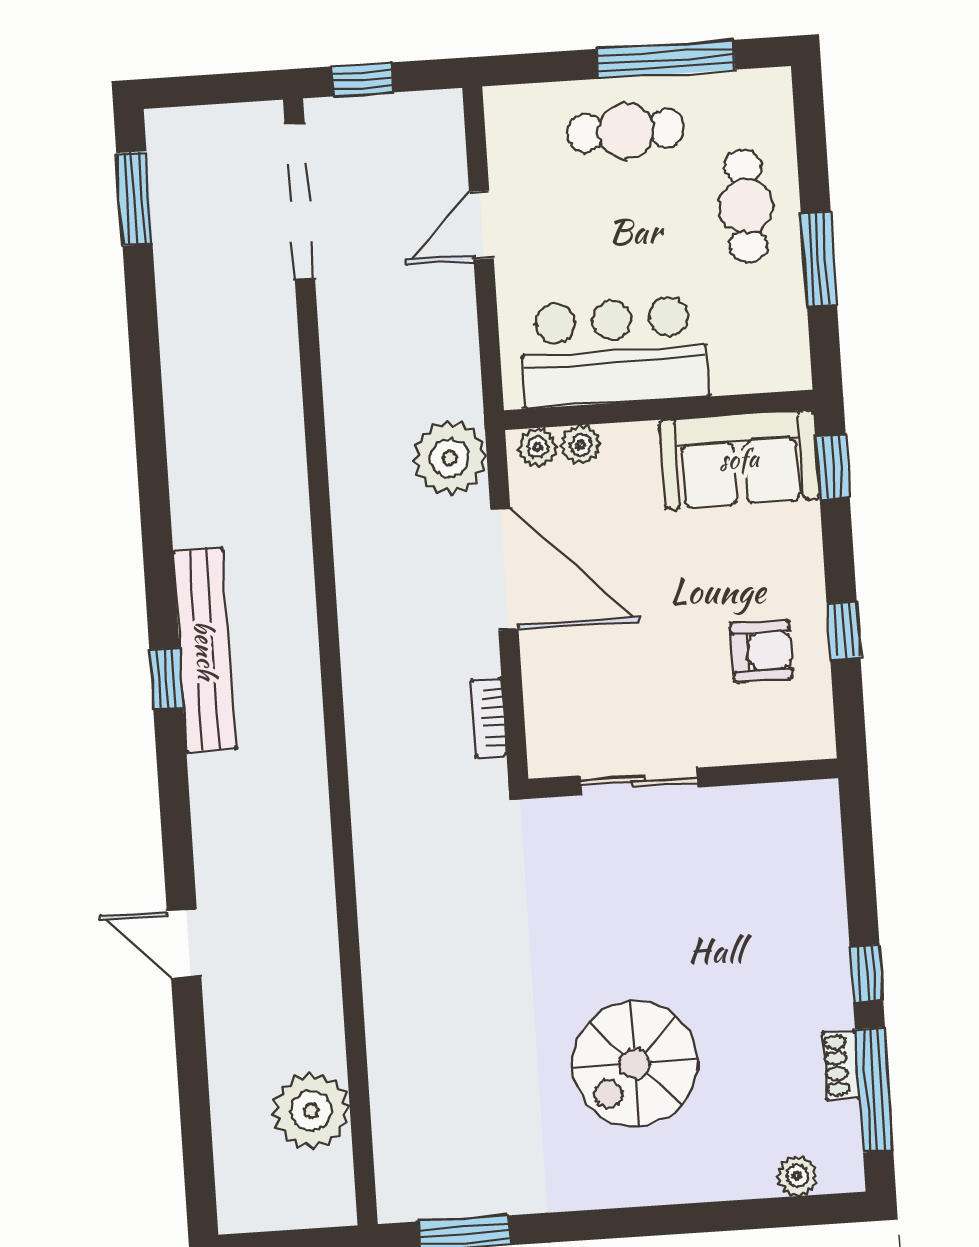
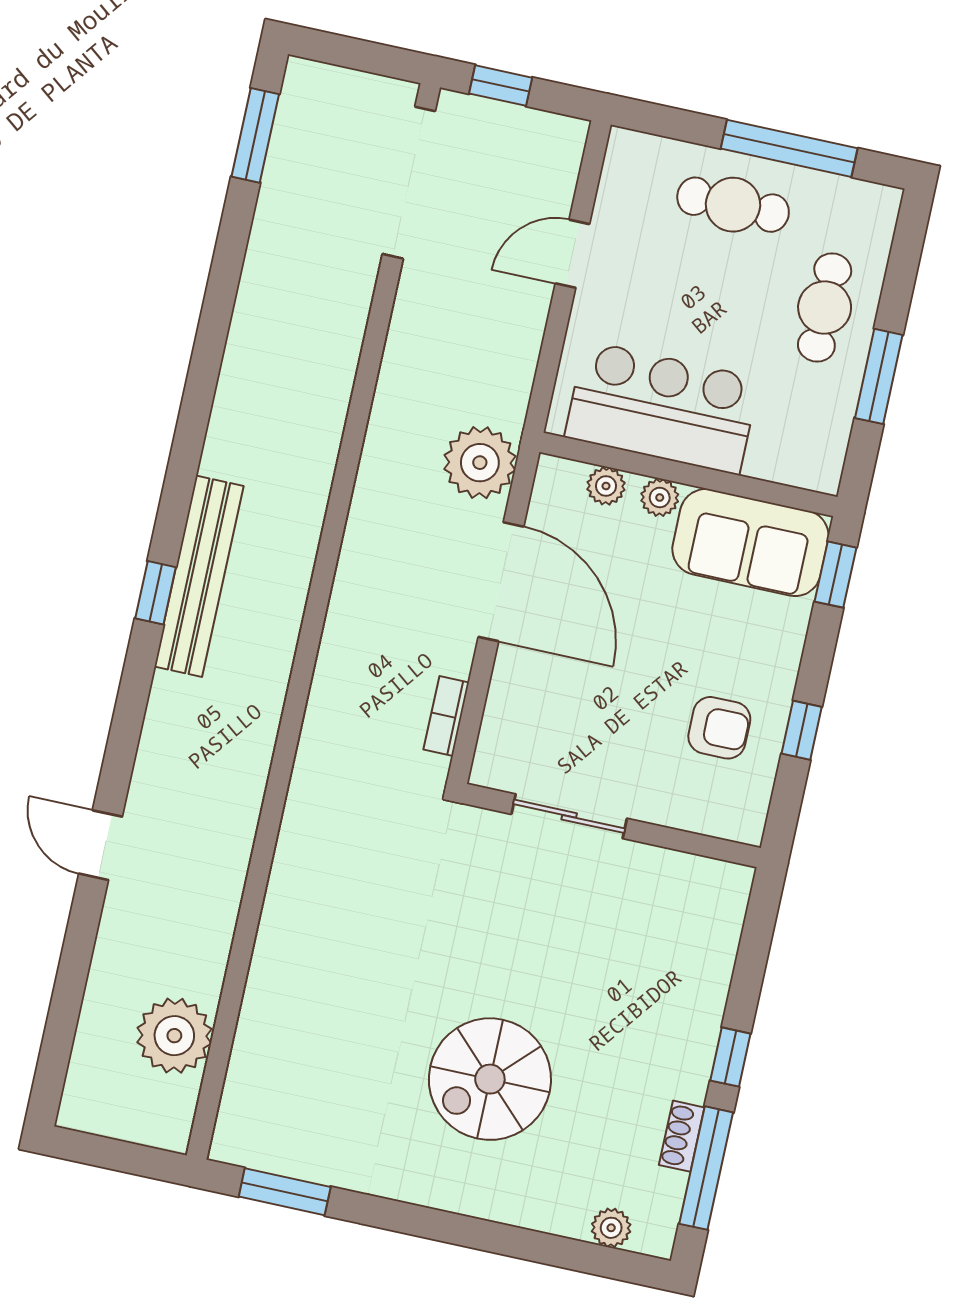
plant: (538, 448) -> (660, 498), moved

